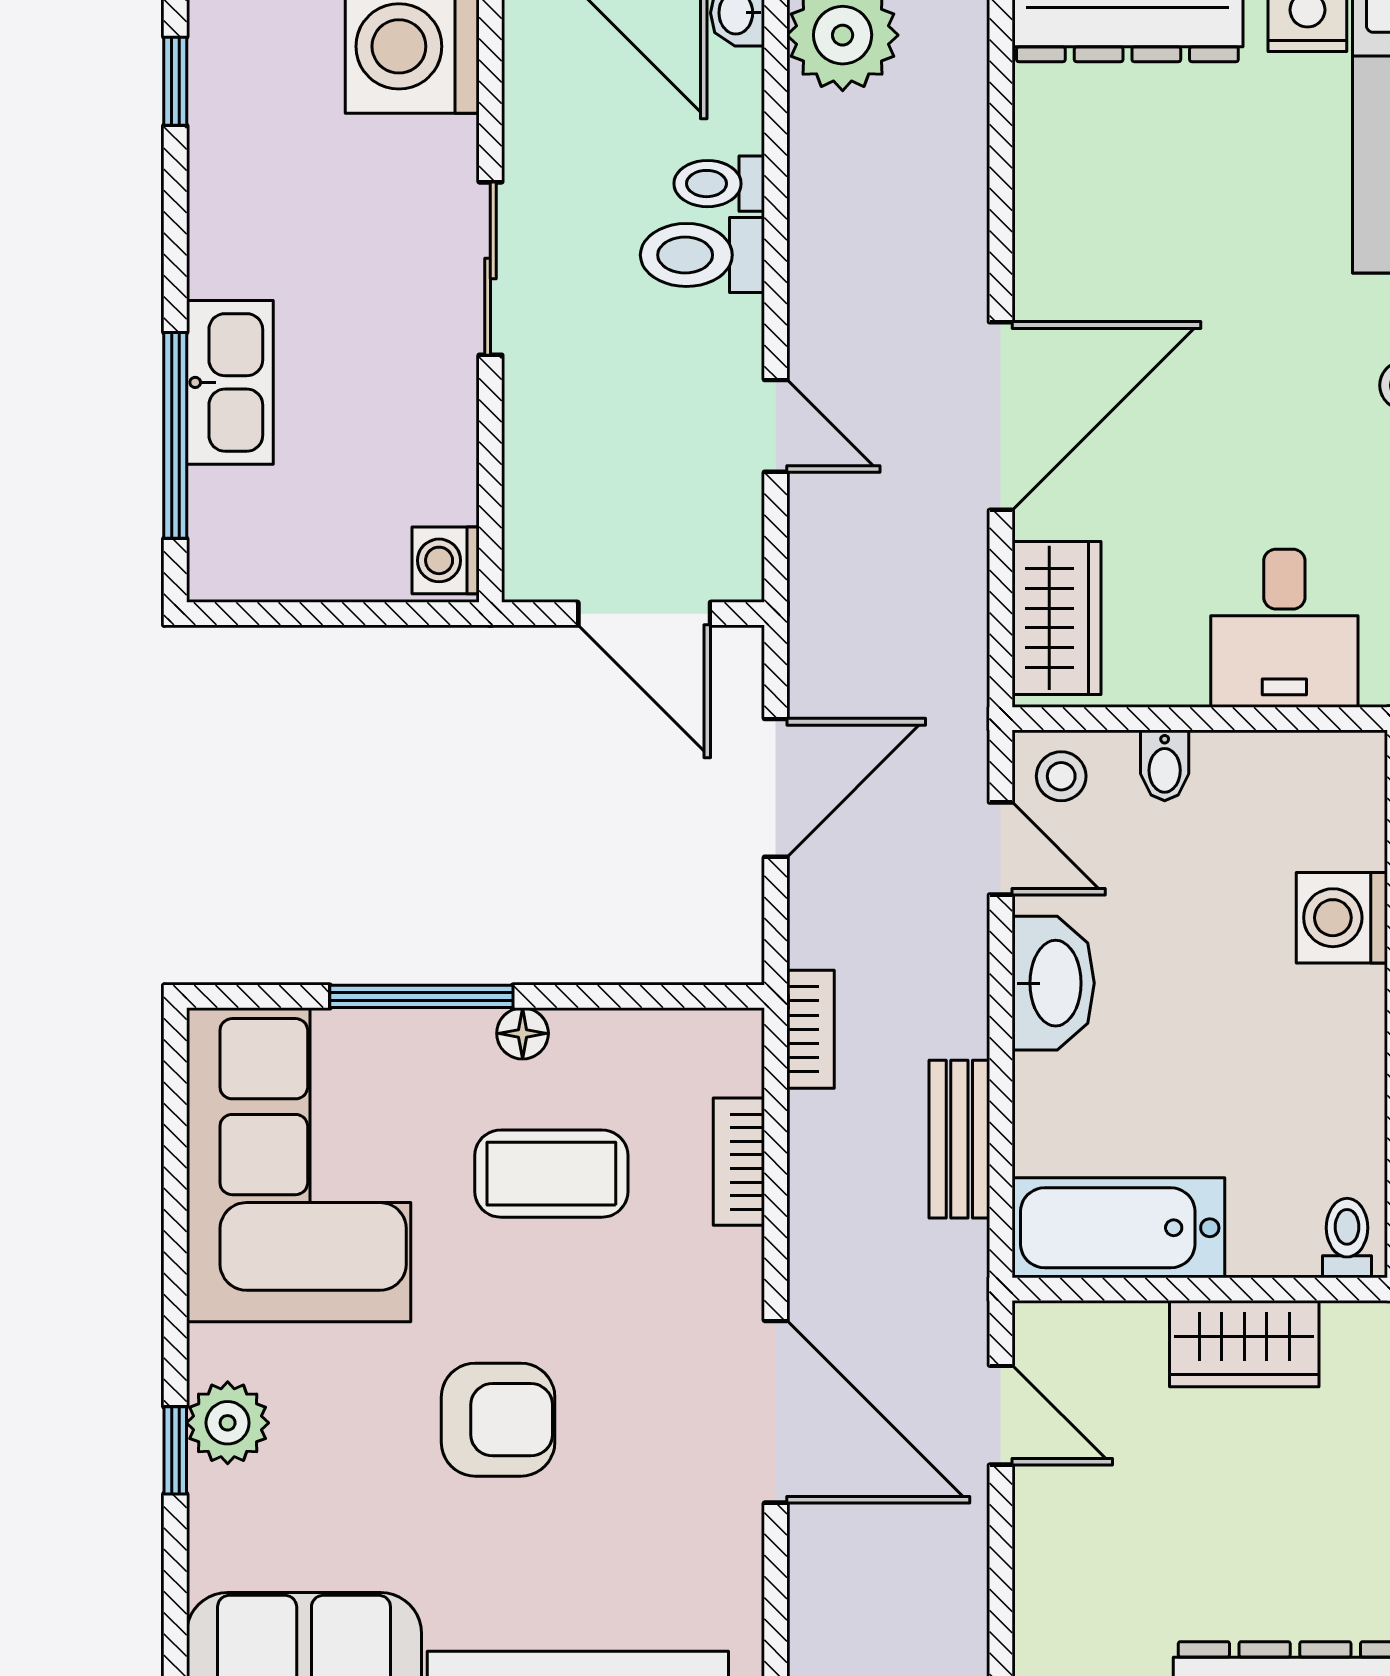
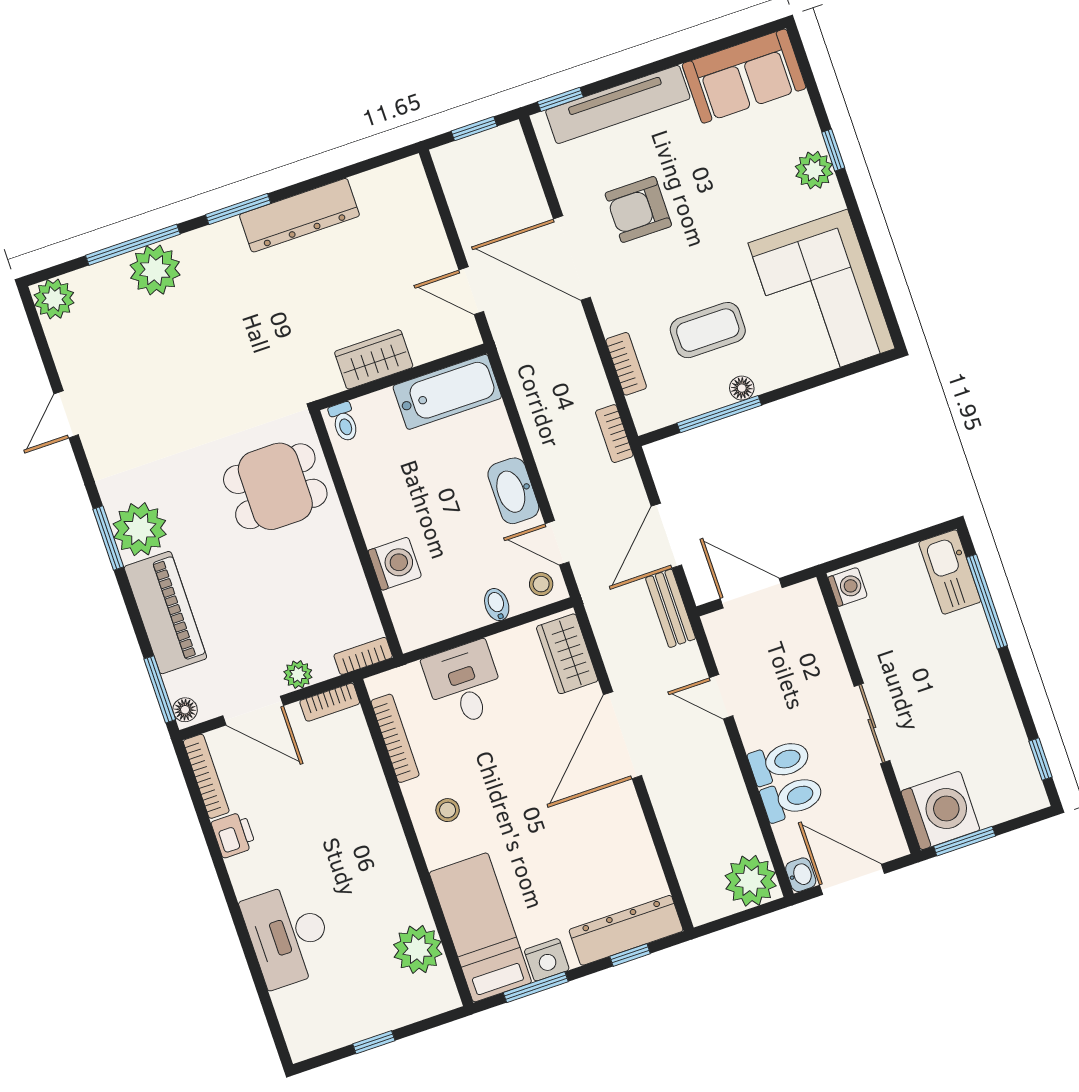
toilet: (719, 184) -> (792, 798), width x1.37, depth x1.39
kitchen sink: (230, 382) -> (950, 572), moved
window: (421, 996) -> (719, 414), moved
bench: (959, 1139) -> (671, 608), moved
armchair: (498, 1420) -> (638, 209), moved

